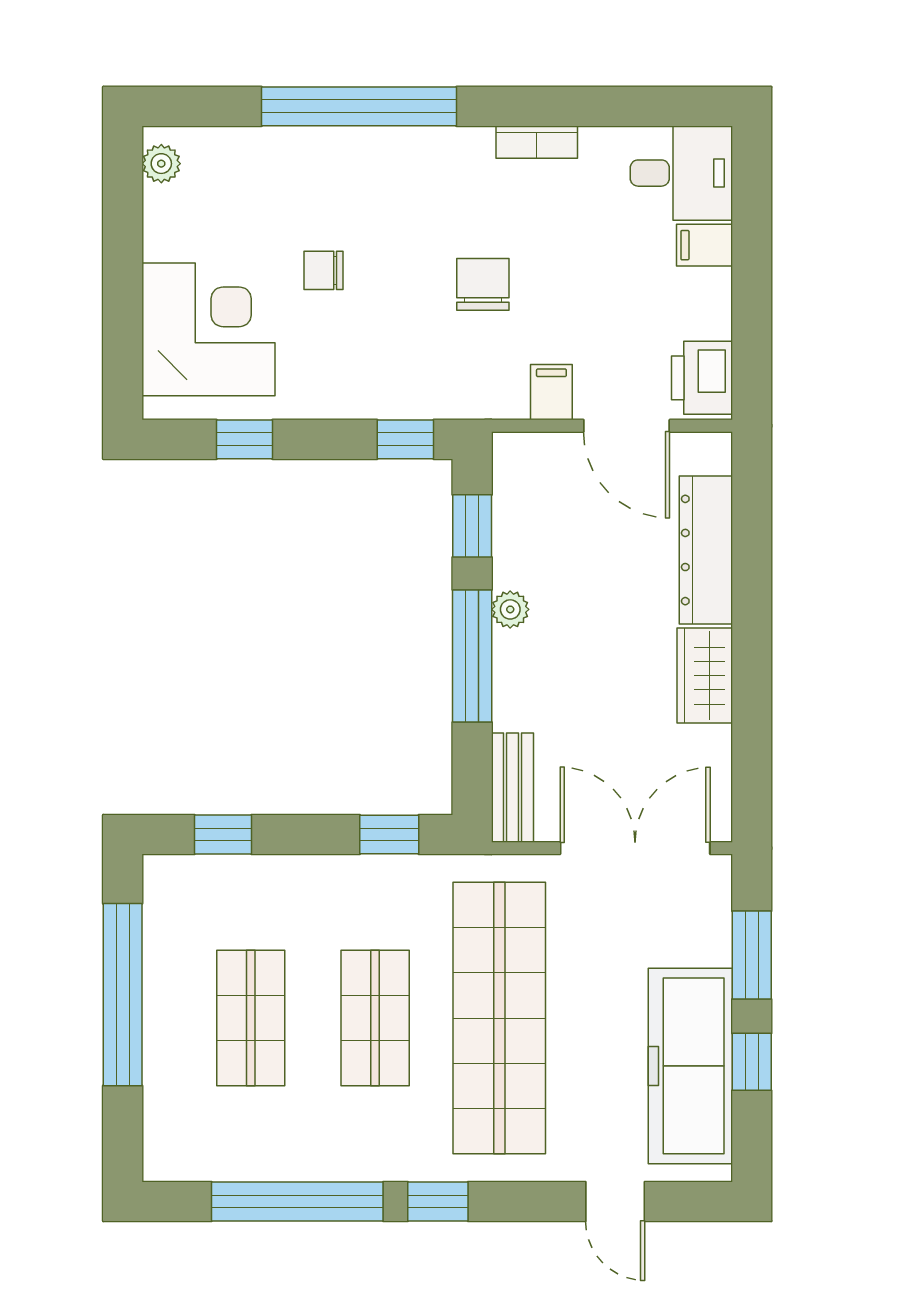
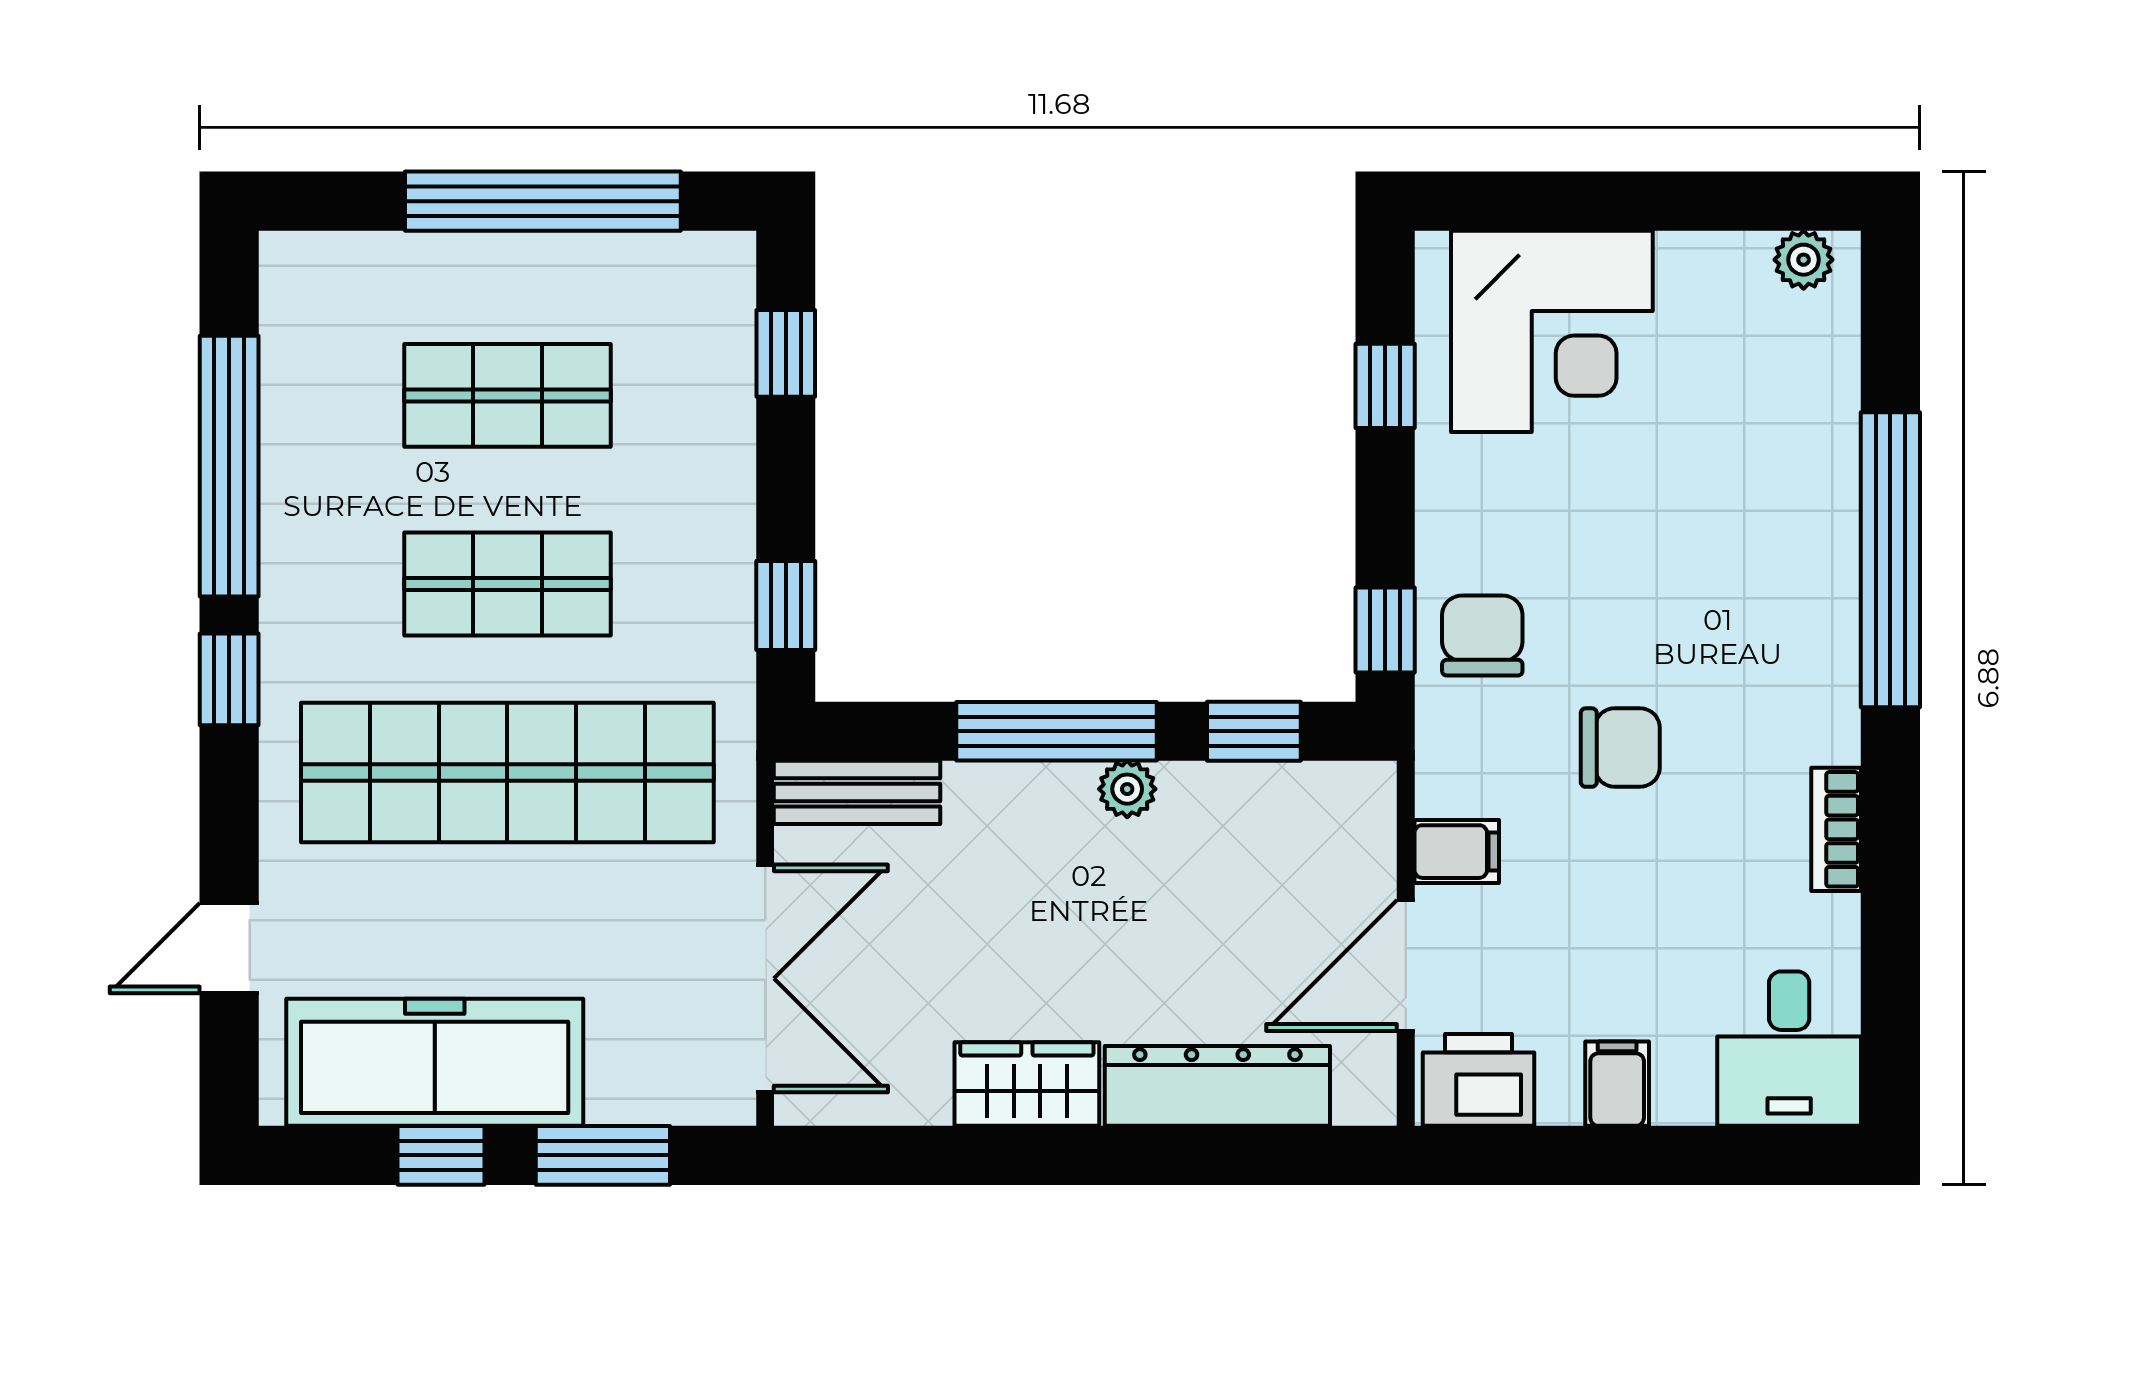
filing cabinet: (704, 245) -> (1617, 1084), moved
chair: (323, 270) -> (1482, 636), moved, width x1.37, depth x1.37

